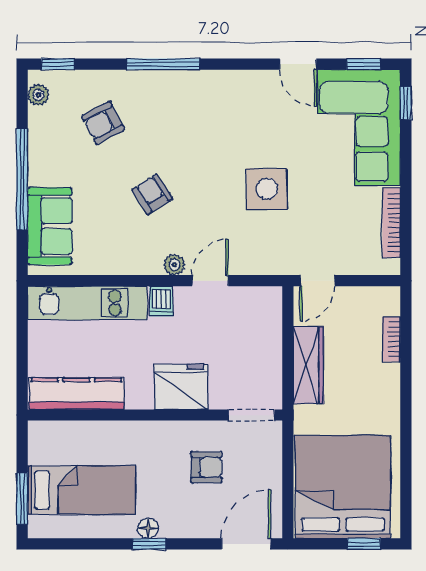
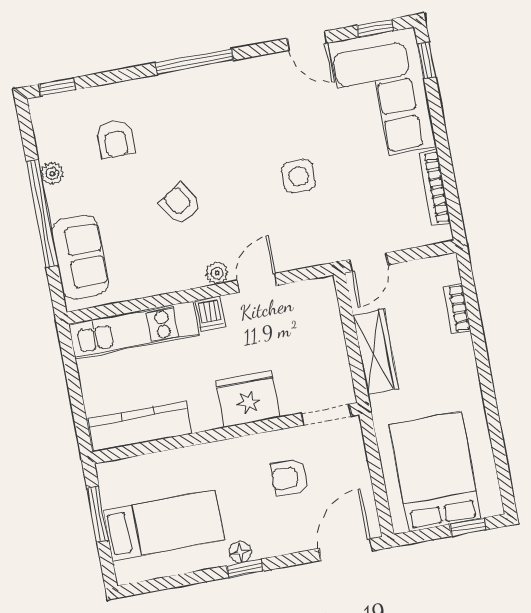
window: (163, 64) -> (194, 62), moved
plant: (38, 95) -> (52, 174), moved
armchair: (103, 123) -> (115, 139), turned -62
side table: (267, 189) -> (299, 176), width x0.73, depth x0.73
armchair: (206, 467) -> (289, 478), turned 180
bed: (343, 487) -> (435, 472), width x0.73
window: (22, 498) -> (98, 514), moved

